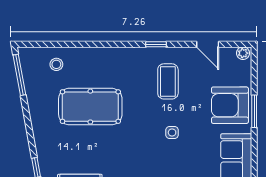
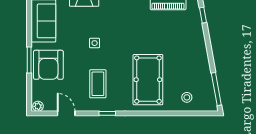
armchair: (230, 105) -> (48, 65), turned 90
pool table: (90, 107) -> (148, 80), moved, turned 90

